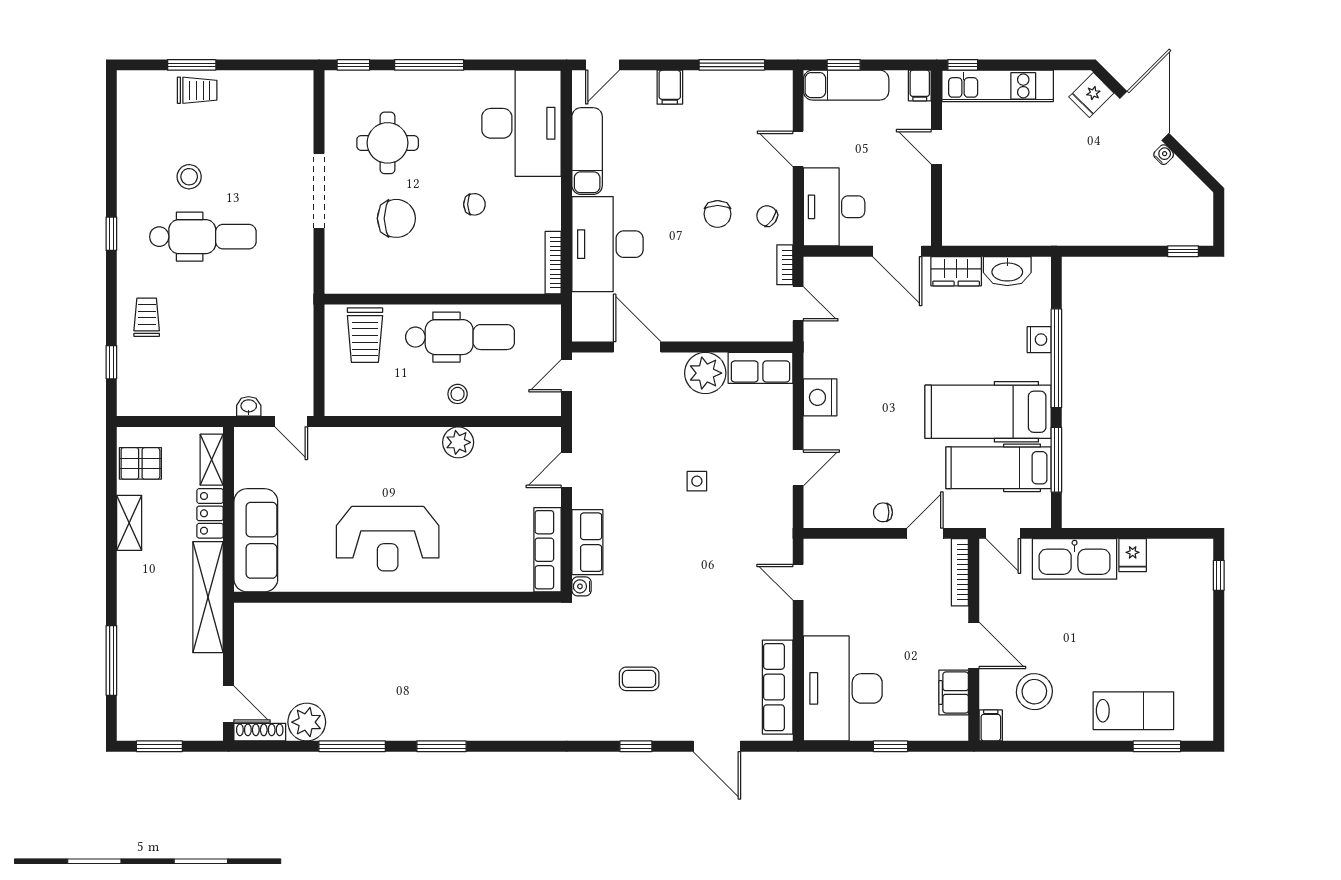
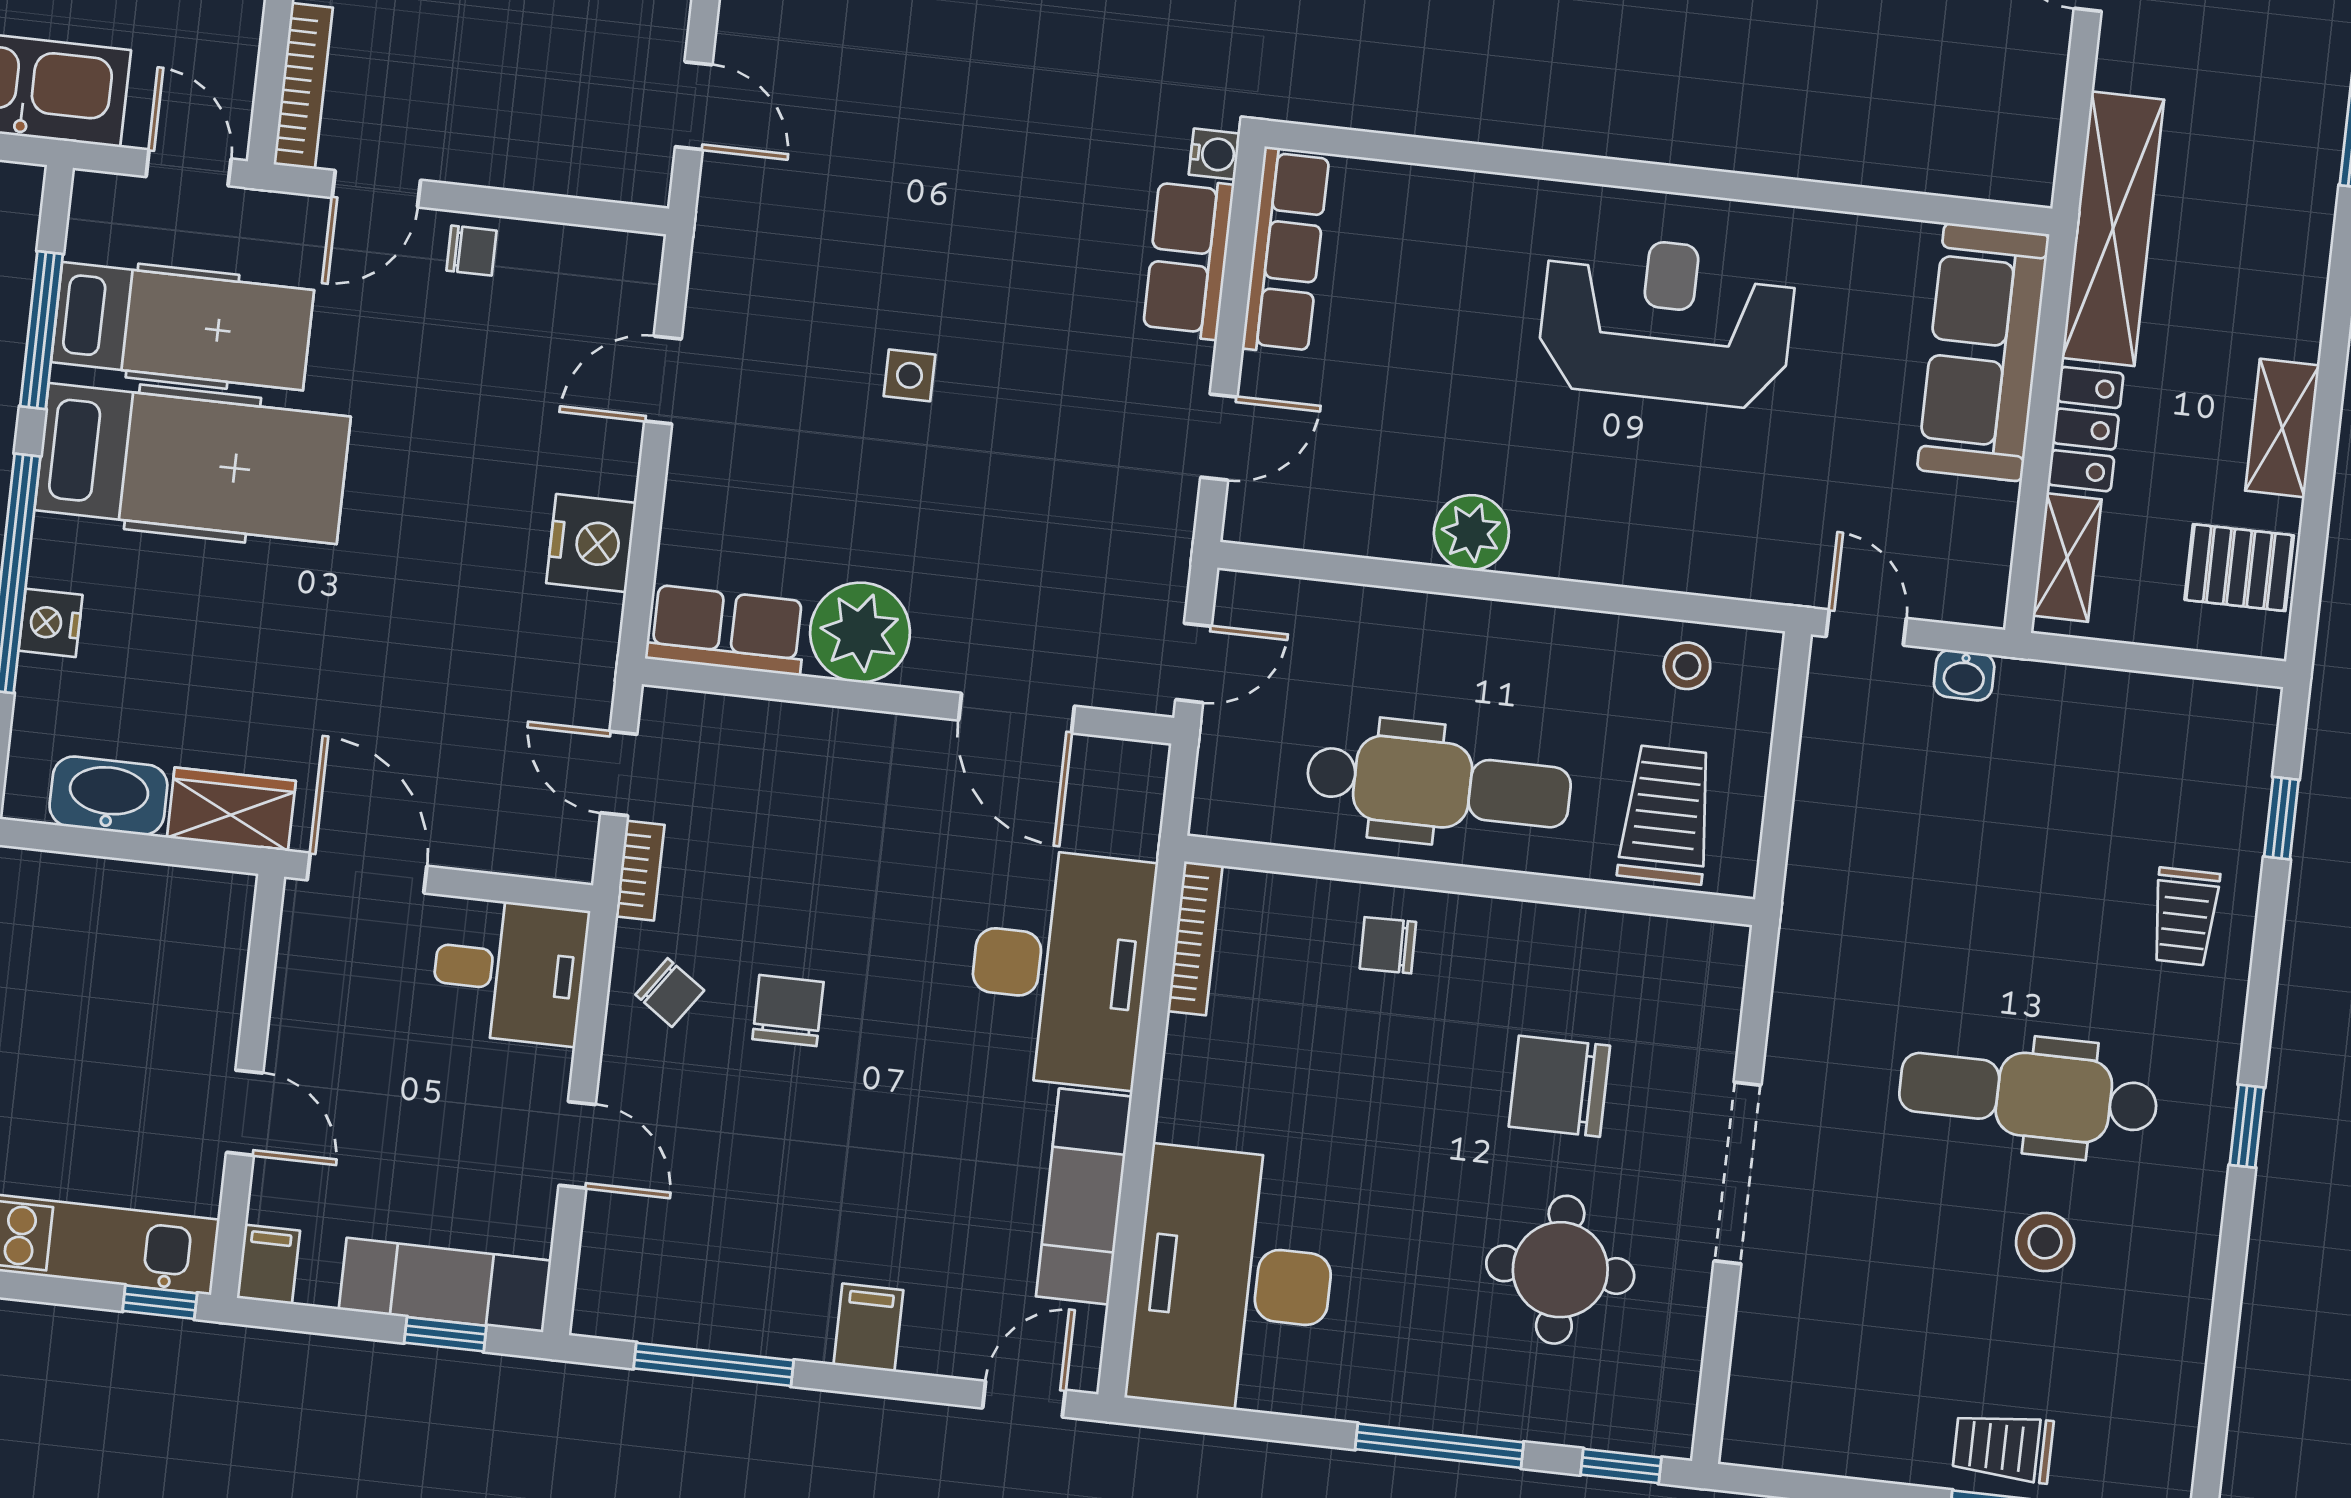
chair: (474, 204) -> (1388, 945), moved
desk: (834, 207) -> (509, 971), width x0.73
dental chair: (460, 337) -> (1439, 785), turned 180
stool: (458, 394) -> (1687, 666), moved

